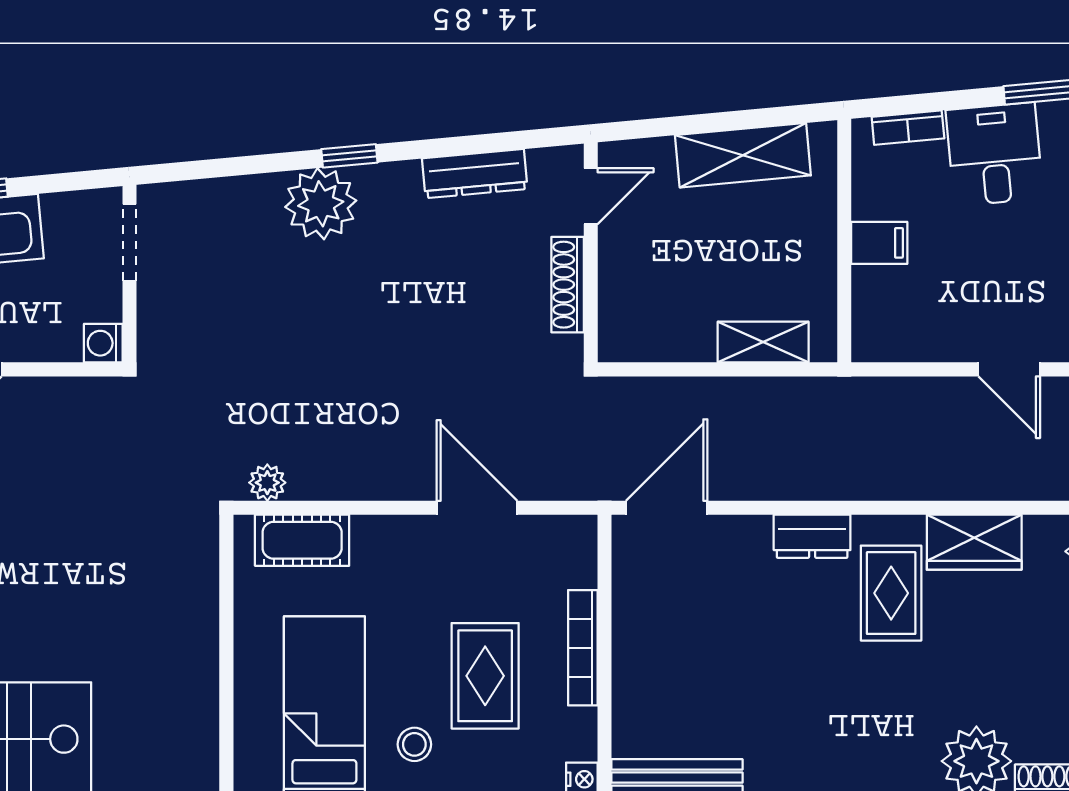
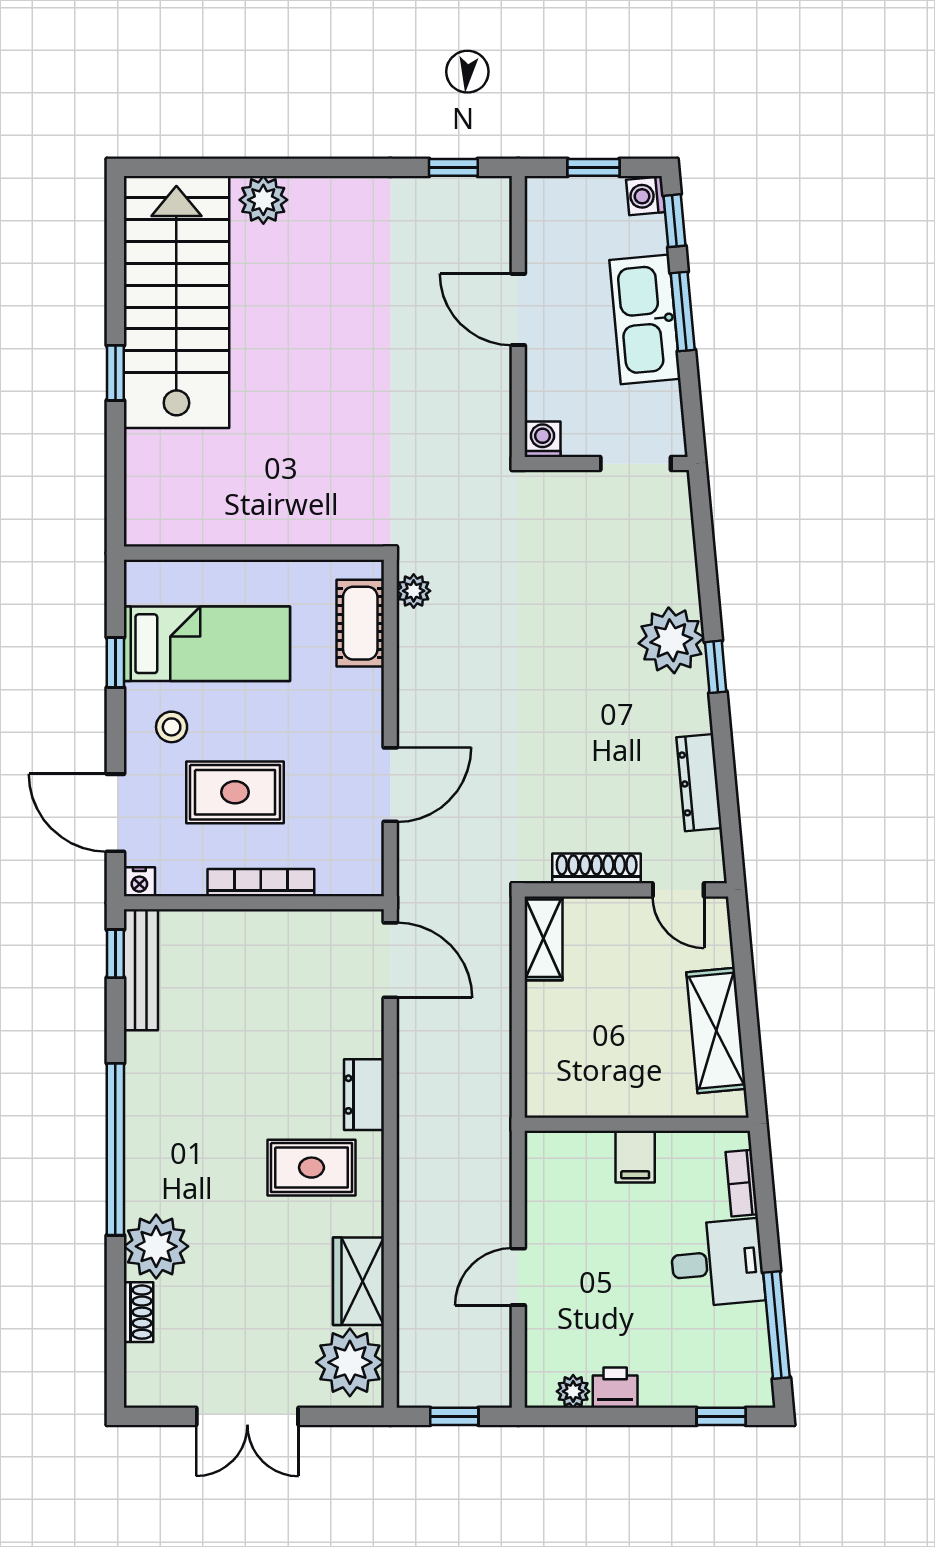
shelving: (763, 342) -> (544, 938), moved
wardrobe: (974, 542) -> (359, 1281), moved

